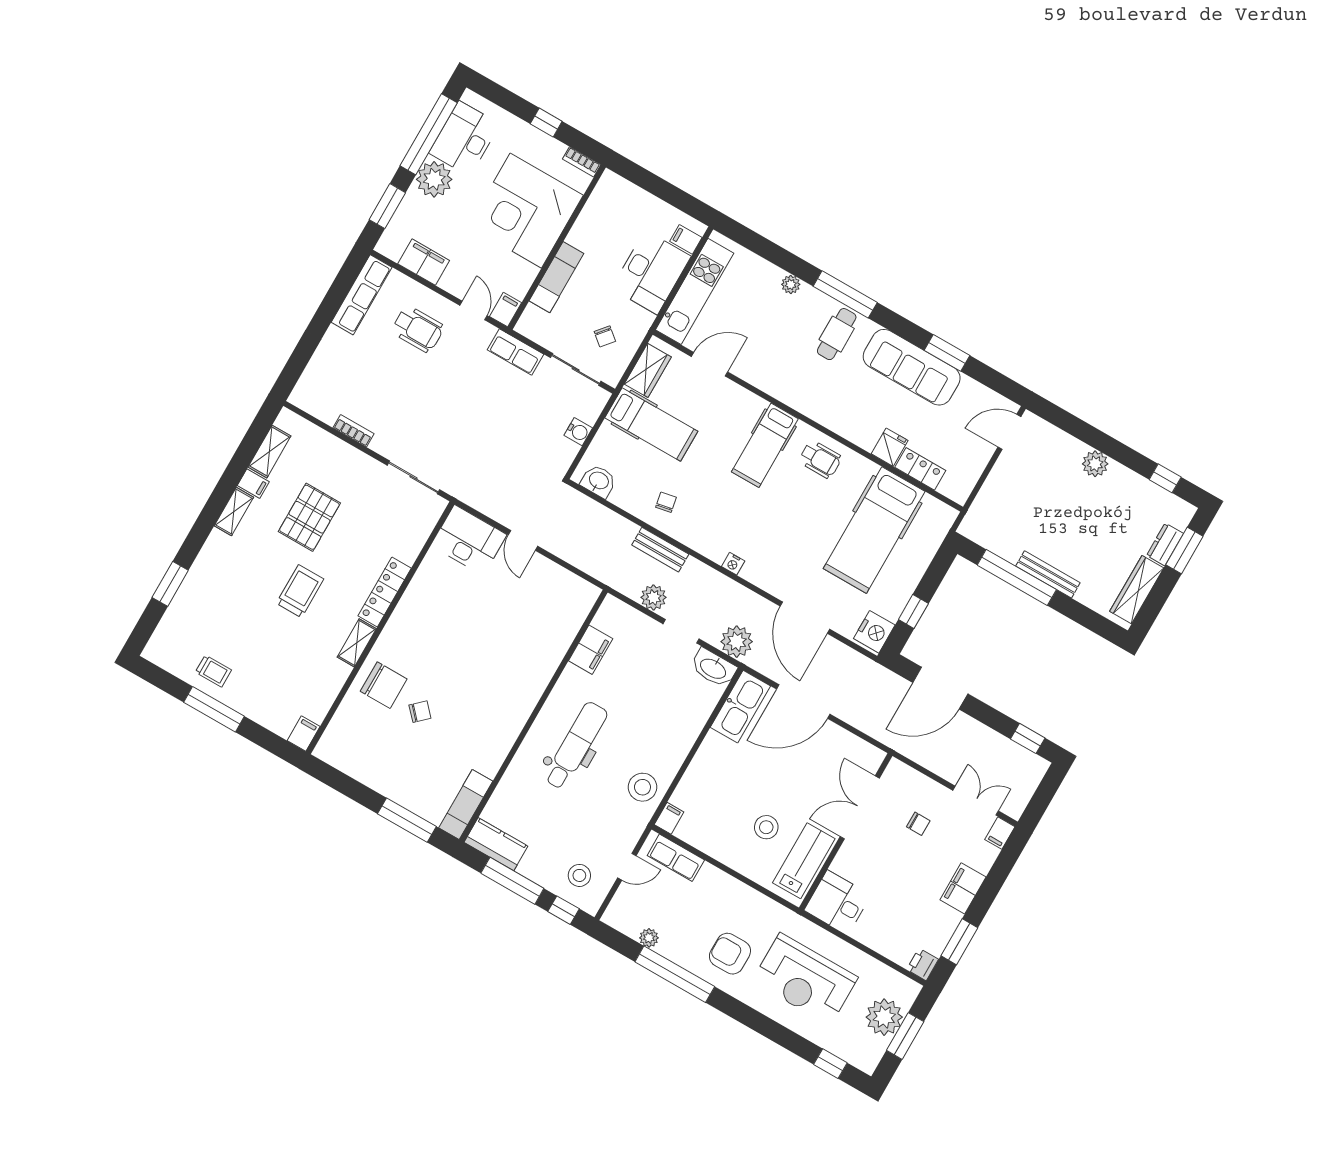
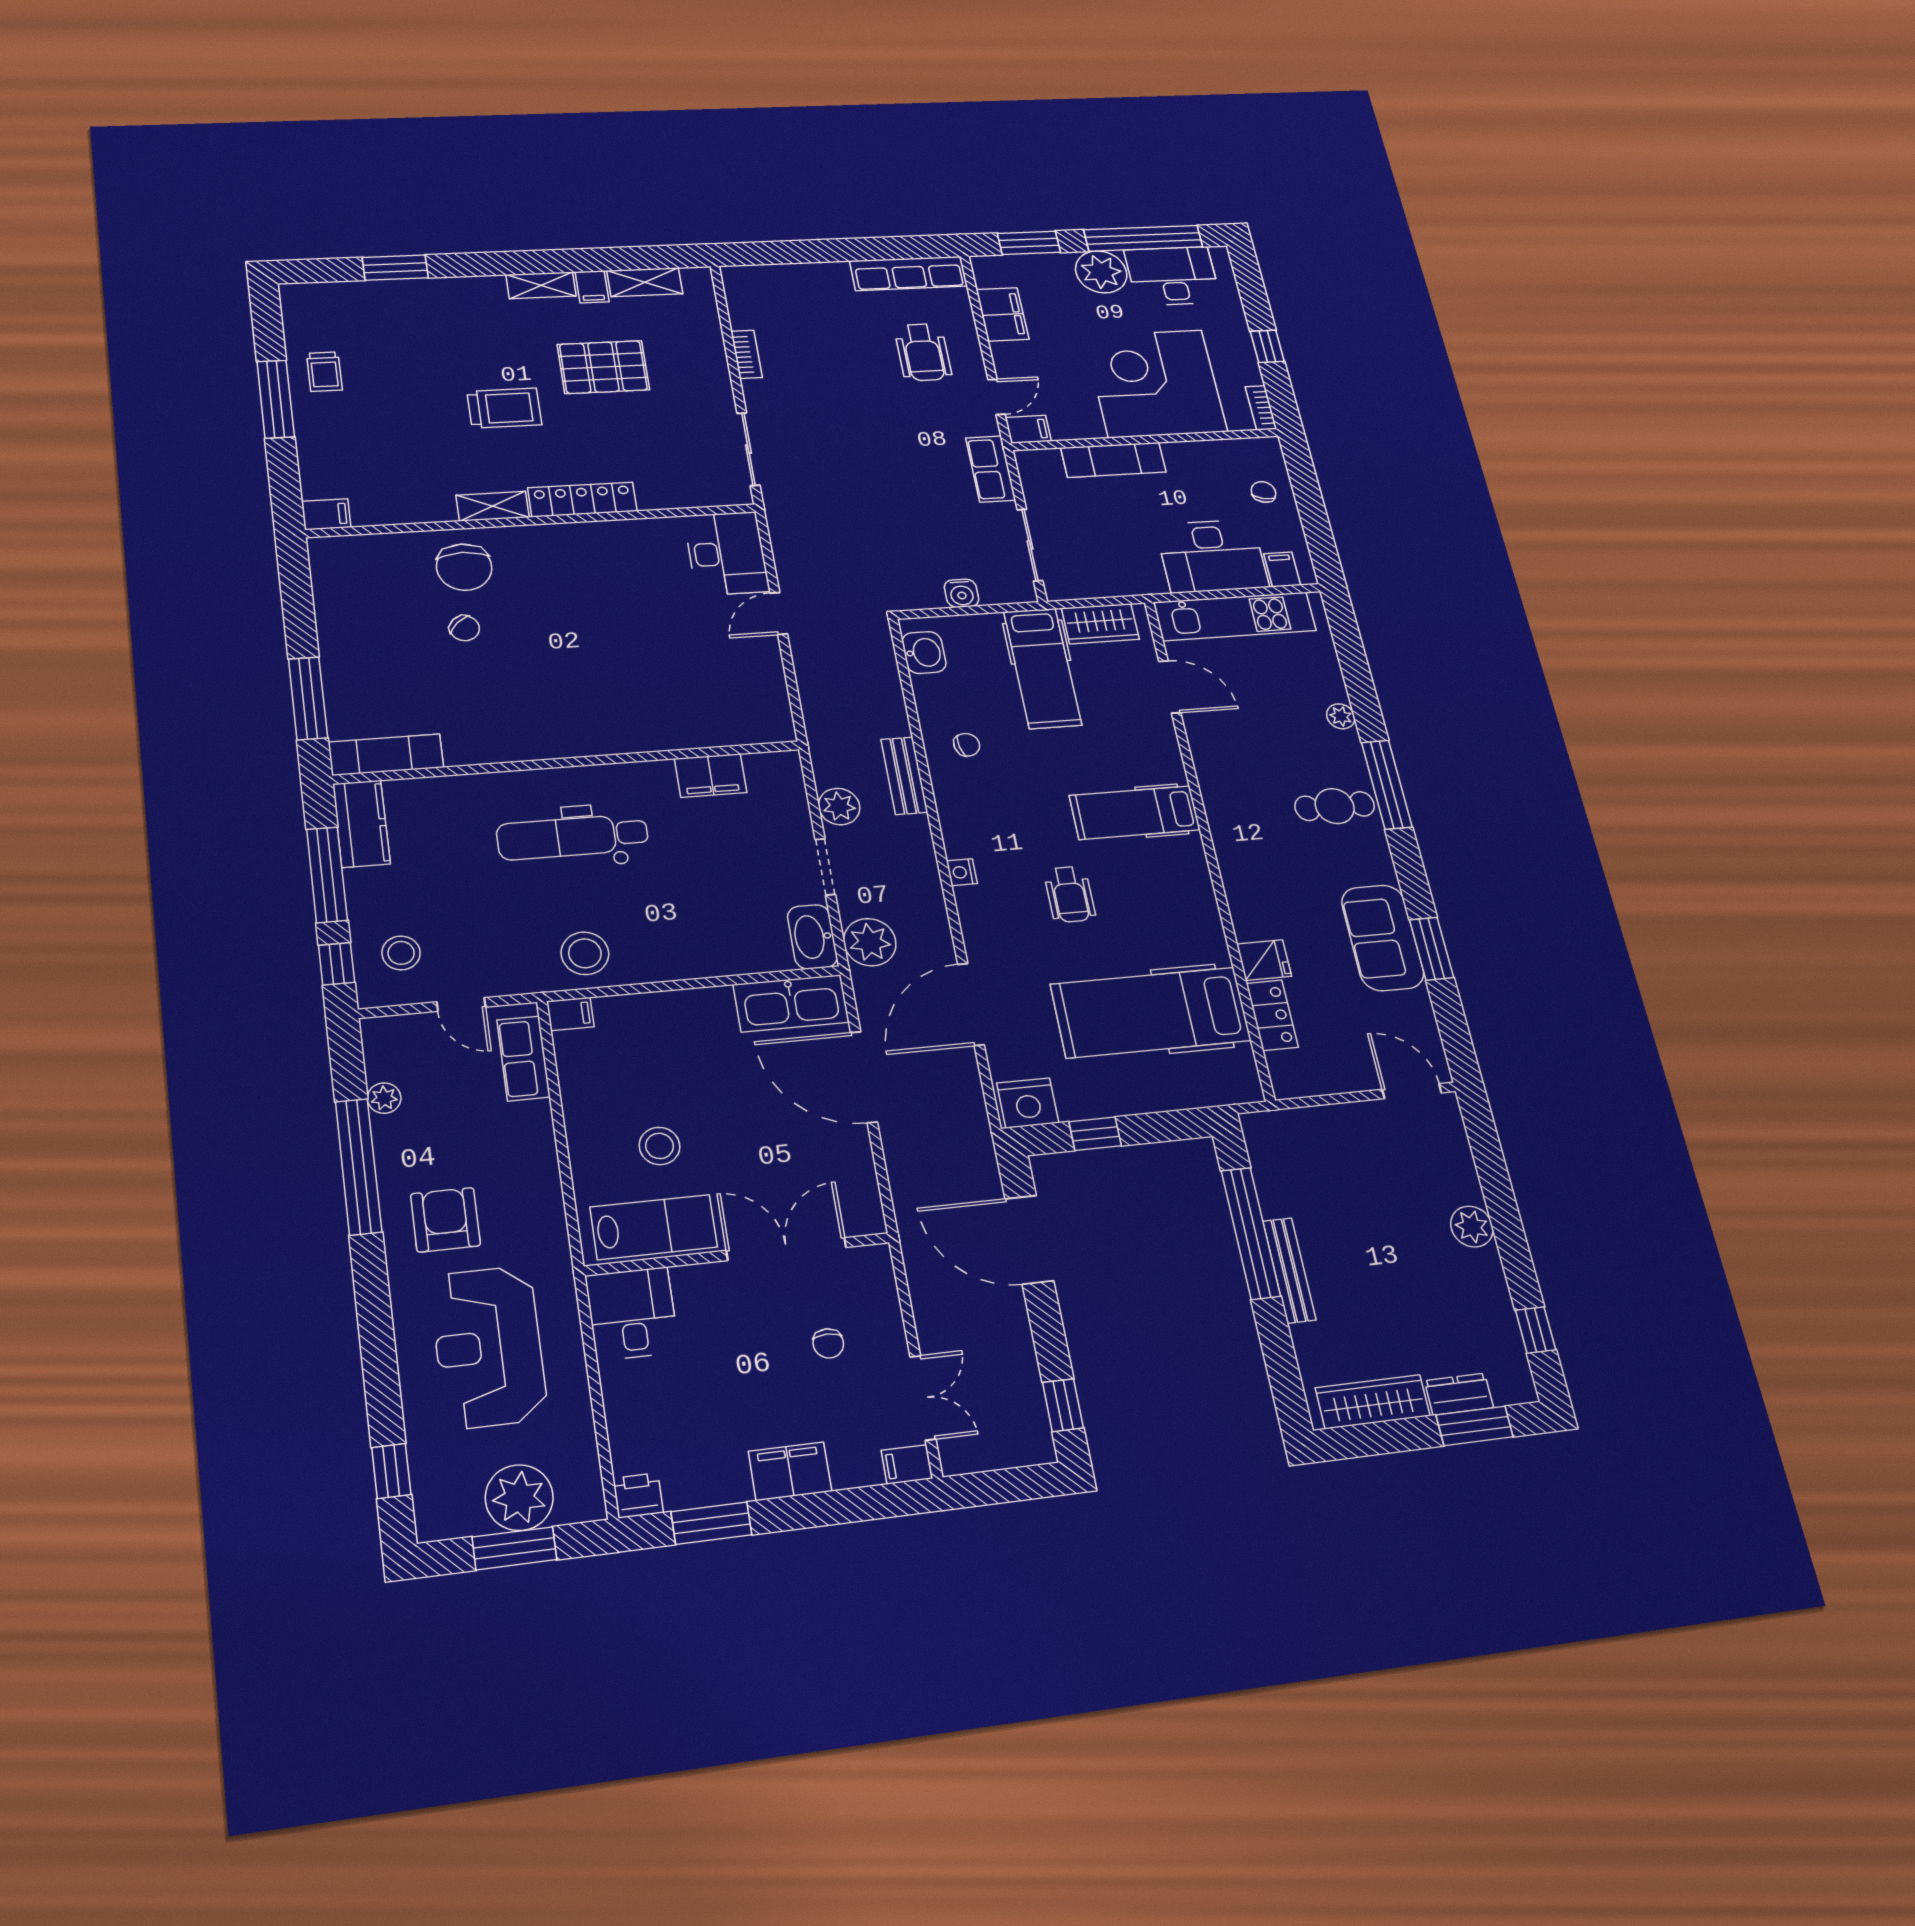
chair: (605, 336) -> (1263, 492), moved, turned 153
sofa: (912, 367) -> (1383, 938), width x0.73
wheelchair: (820, 459) -> (1070, 894), moved
dental chair: (576, 746) -> (573, 837), turned 180

